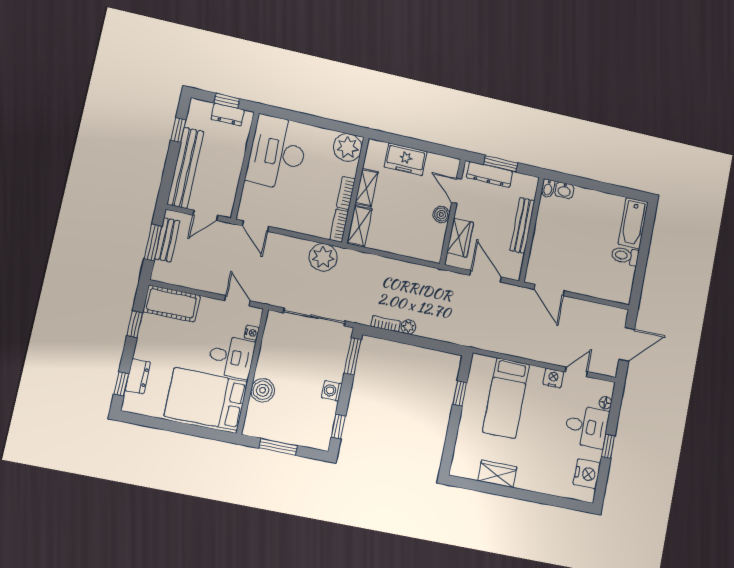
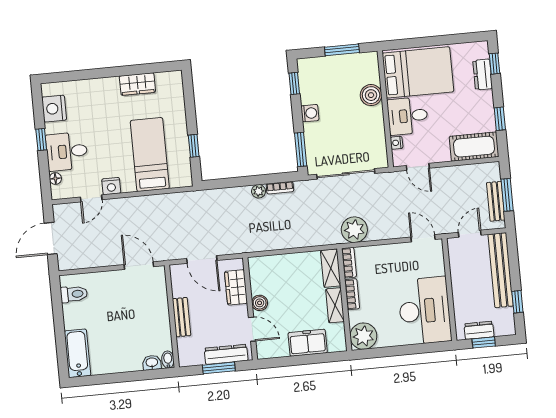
bench: (522, 226) -> (181, 317), width x0.73
toilet: (625, 256) -> (74, 294), moved

